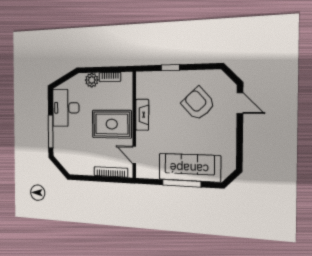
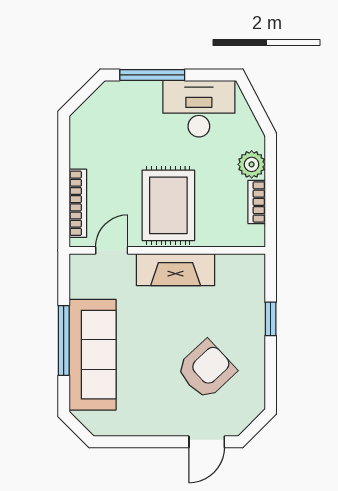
fireplace: (142, 115) -> (176, 270), width x1.37, depth x1.32

